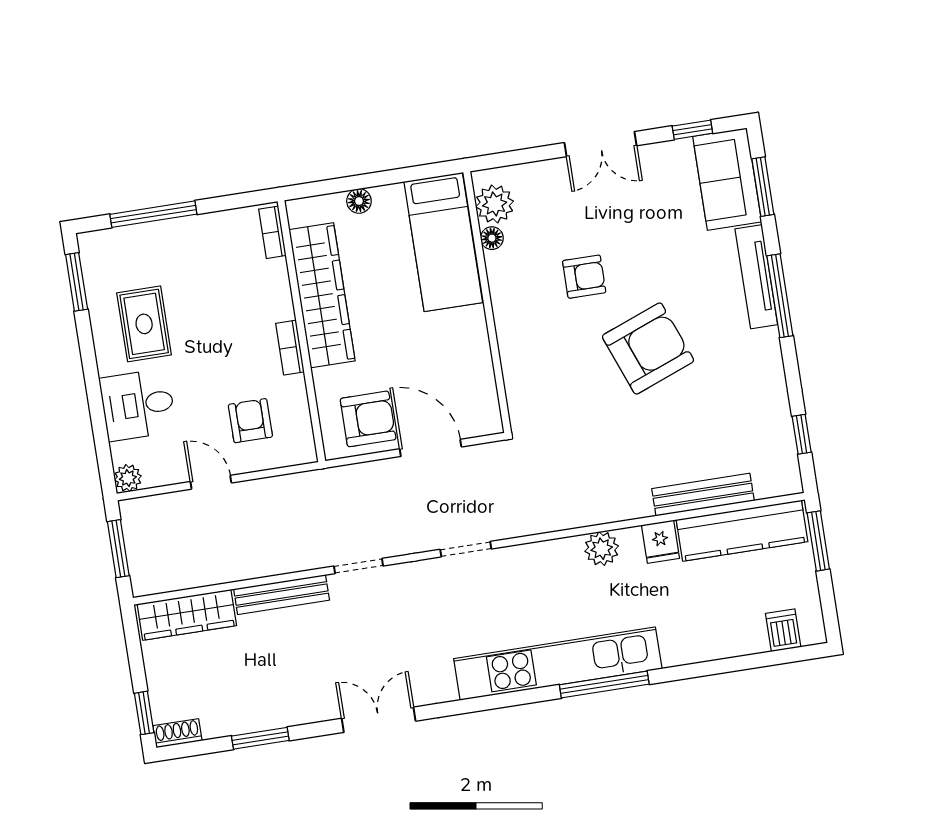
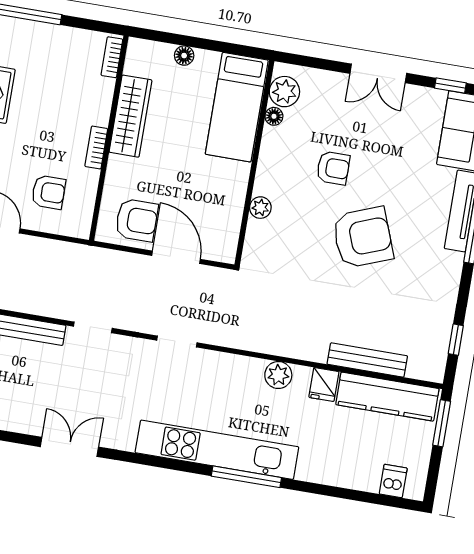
wardrobe: (322, 295) -> (131, 116), width x0.71, depth x0.85
plant: (512, 354) -> (260, 208), added
armchair: (250, 421) -> (49, 192), turned 90

